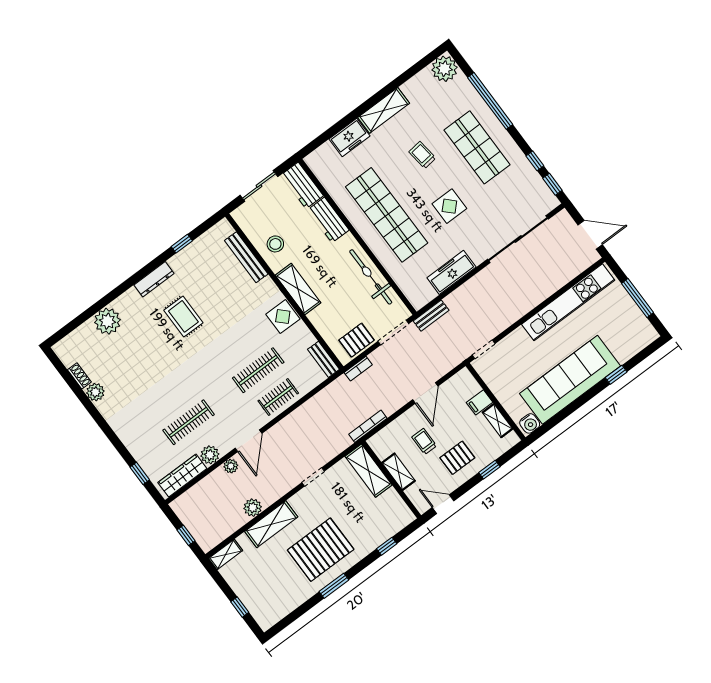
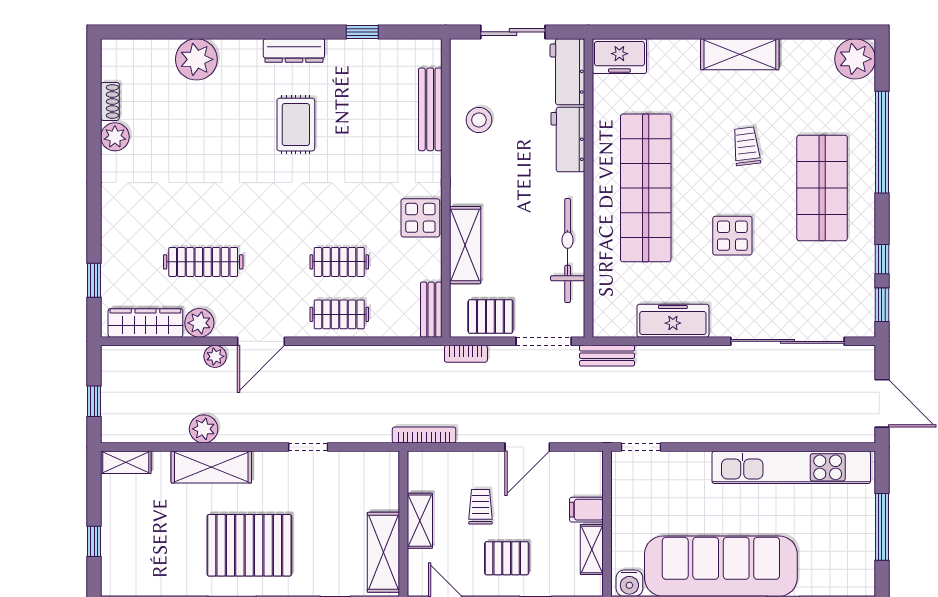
freezer: (349, 138) -> (619, 56), moved
shelving: (298, 289) -> (465, 245), moved
clothes rail: (258, 370) -> (339, 262), width x0.73
shelving: (369, 471) -> (383, 552), moved

